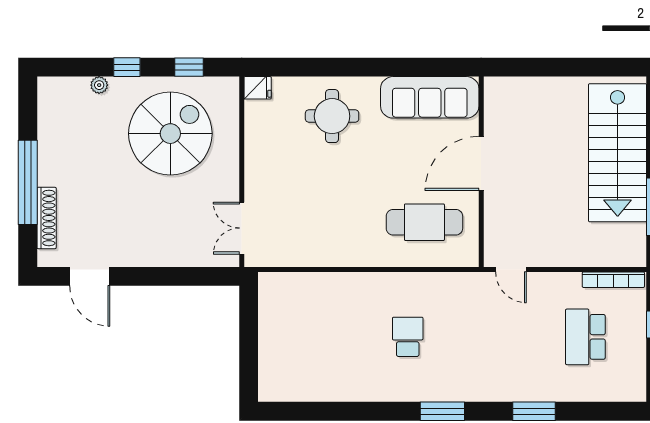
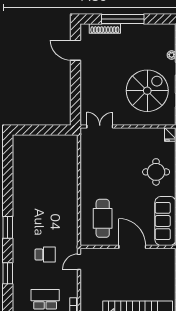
spiral stairs: (170, 134) -> (147, 91), turned -90
door: (90, 276) -> (75, 50), hinge flipped
school desk: (408, 337) -> (45, 255), moved

